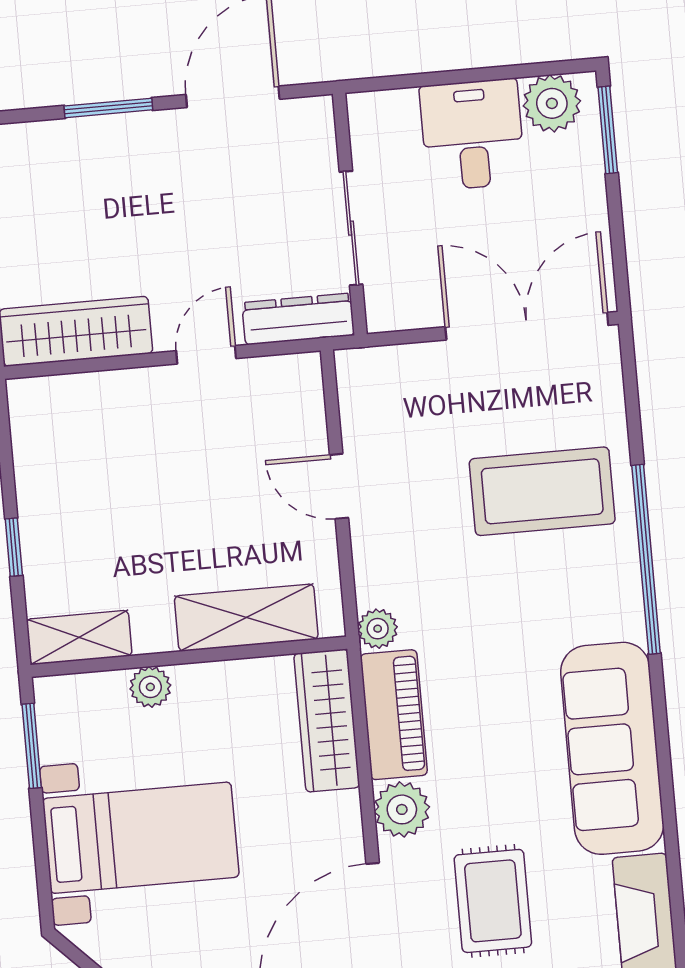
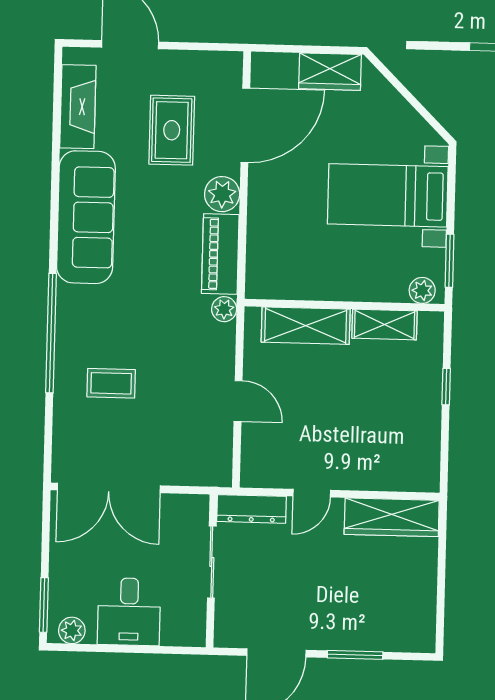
plant: (552, 103) -> (72, 630), width x0.73, depth x0.73
coffee table: (542, 491) -> (111, 383), width x0.54, depth x0.58
shelving: (79, 637) -> (384, 325), moved
plant: (150, 687) -> (422, 290), moved
wardrobe: (327, 721) -> (263, 255), removed

